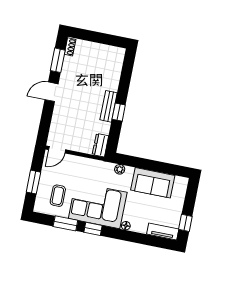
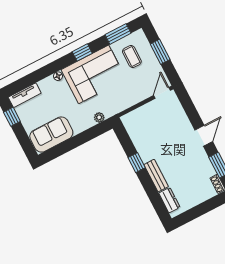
bench: (109, 106) -> (156, 176), moved
dresser: (100, 145) -> (169, 200), moved
sofa: (153, 183) -> (51, 134), moved
window: (65, 223) -> (118, 34), moved

